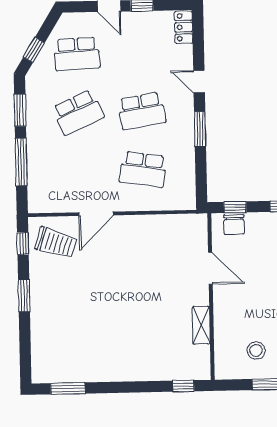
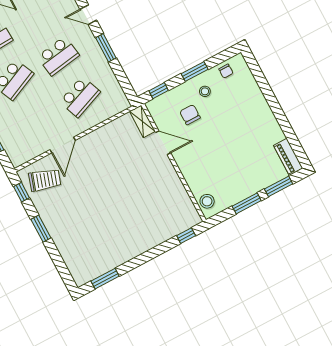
school desk: (143, 169) -> (80, 97), turned -30
chair: (234, 225) -> (190, 115), moved, turned 180
shelving: (201, 325) -> (142, 121), moved
stool: (256, 350) -> (207, 201), moved

